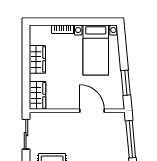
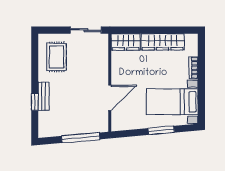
wardrobe: (37, 59) -> (163, 42), width x1.50
window: (126, 83) -> (161, 130), moved

